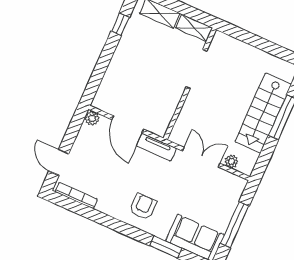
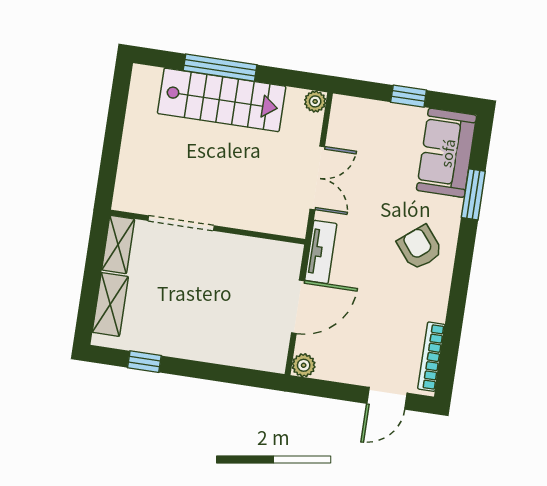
double door: (201, 157) -> (317, 178), swing flipped
plant: (231, 161) -> (315, 101), moved
armchair: (143, 207) -> (420, 248), turned 51
window: (235, 225) -> (409, 96), width x0.46

